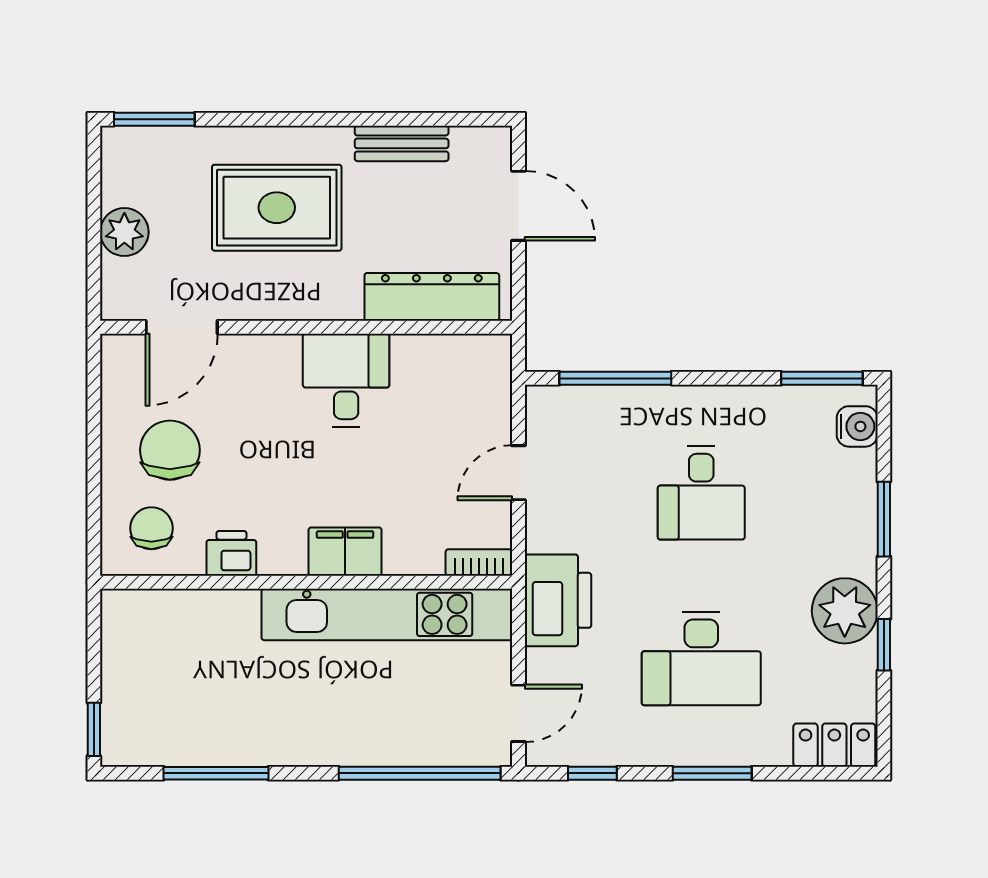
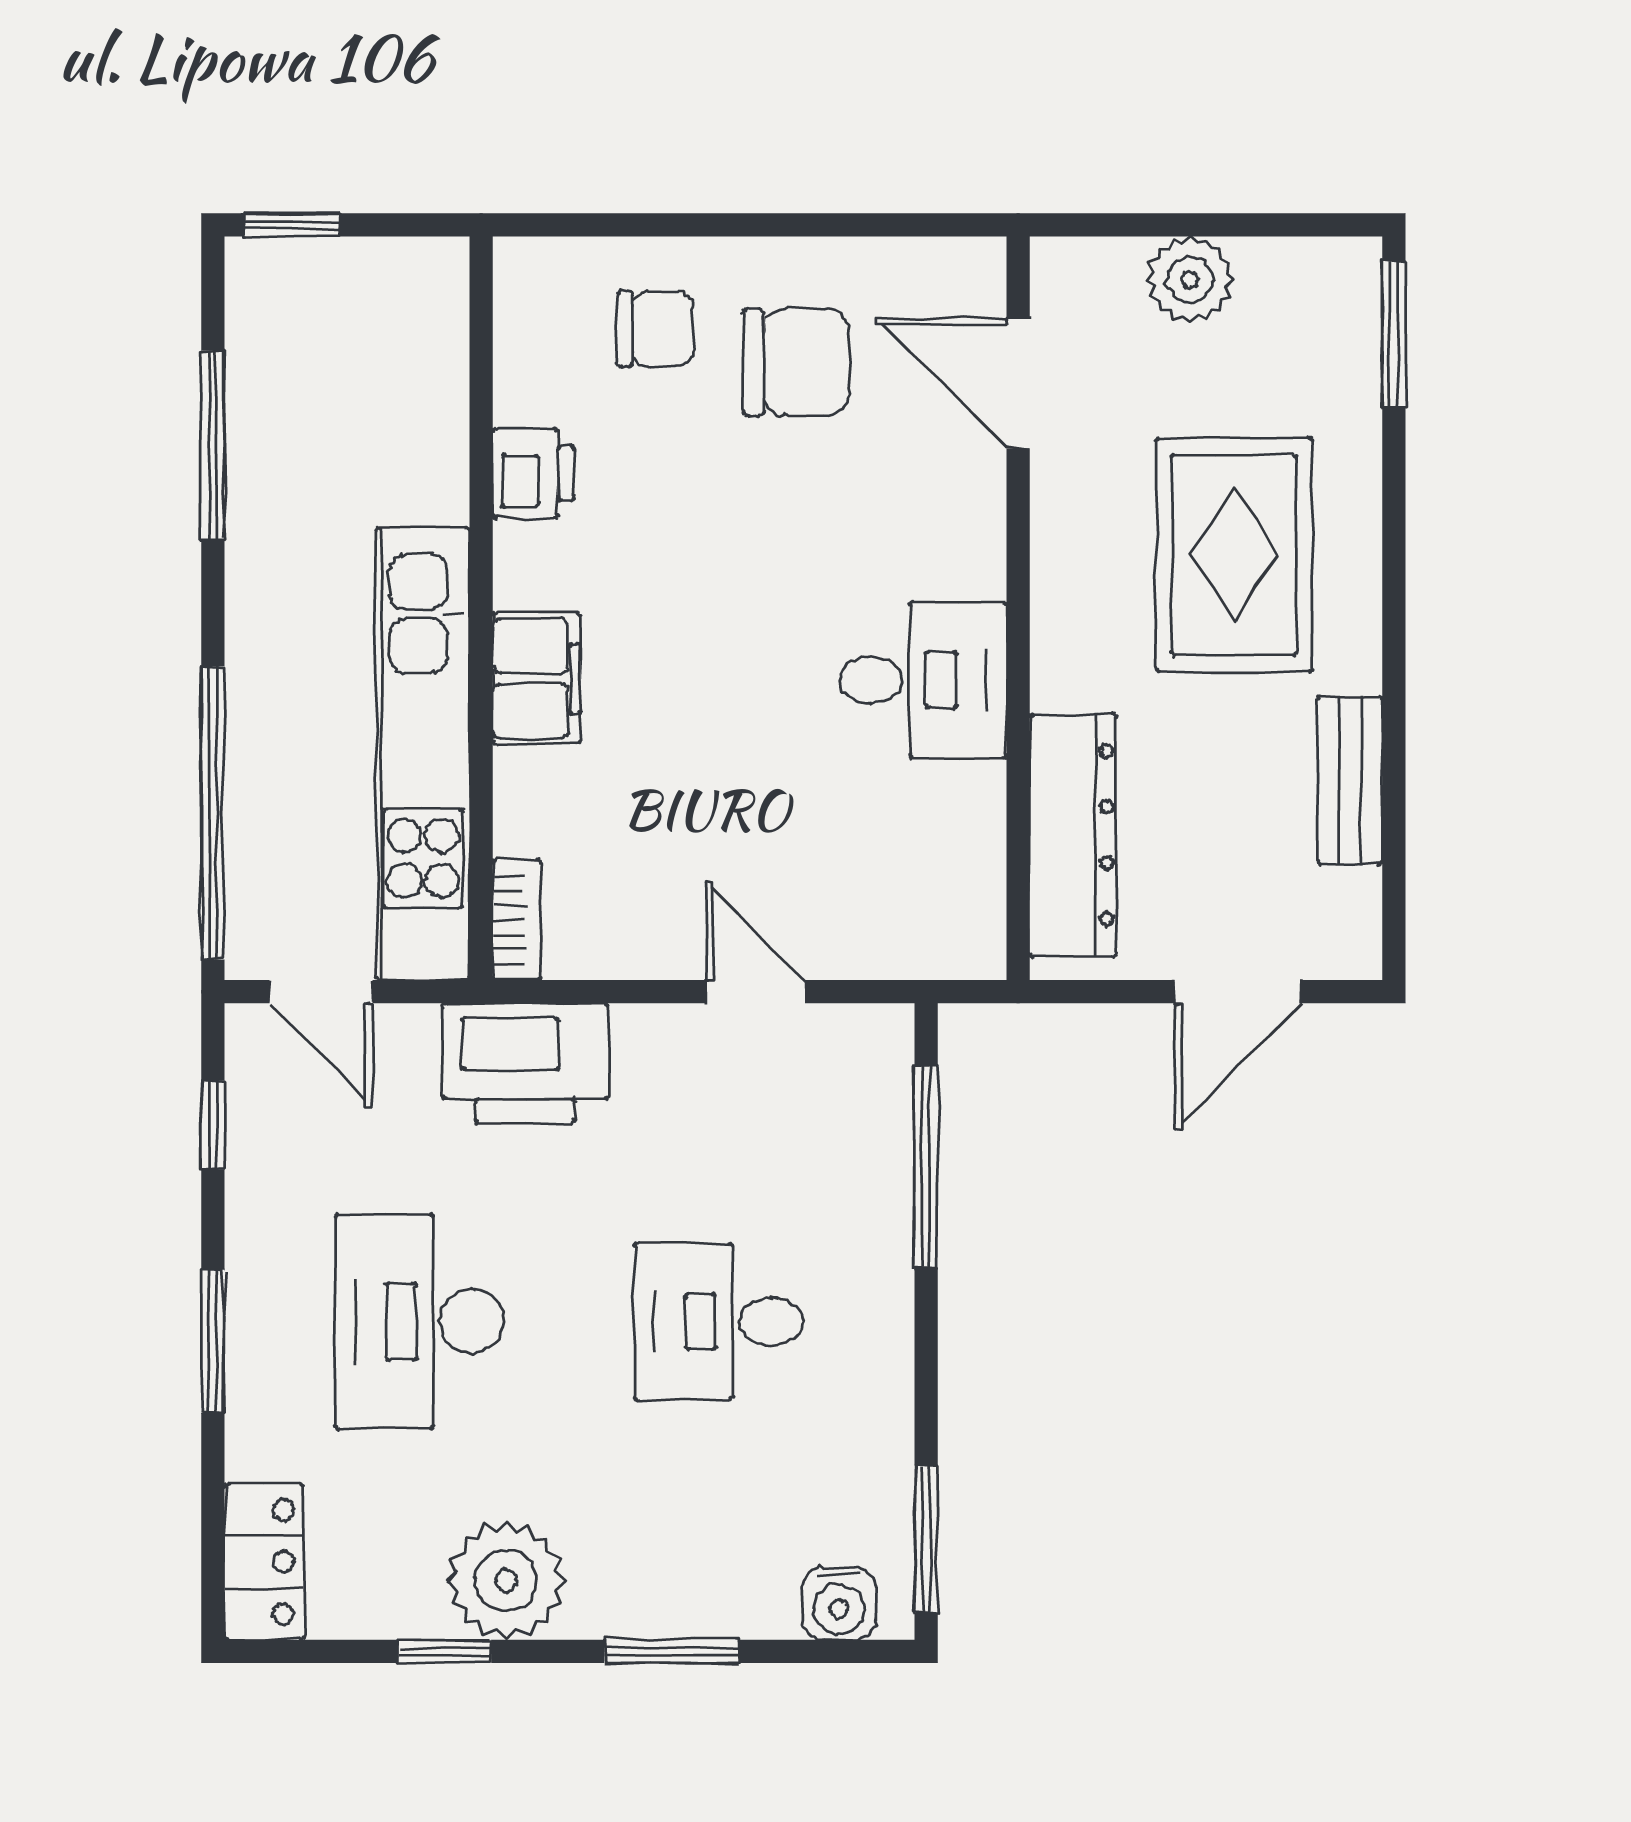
filing cabinet: (345, 552) -> (536, 678), moved
printer: (231, 553) -> (533, 473), moved
bookcase: (479, 562) -> (517, 920), moved
wall: (306, 582) -> (481, 608), moved
kitchen unit: (387, 614) -> (423, 754), moved

